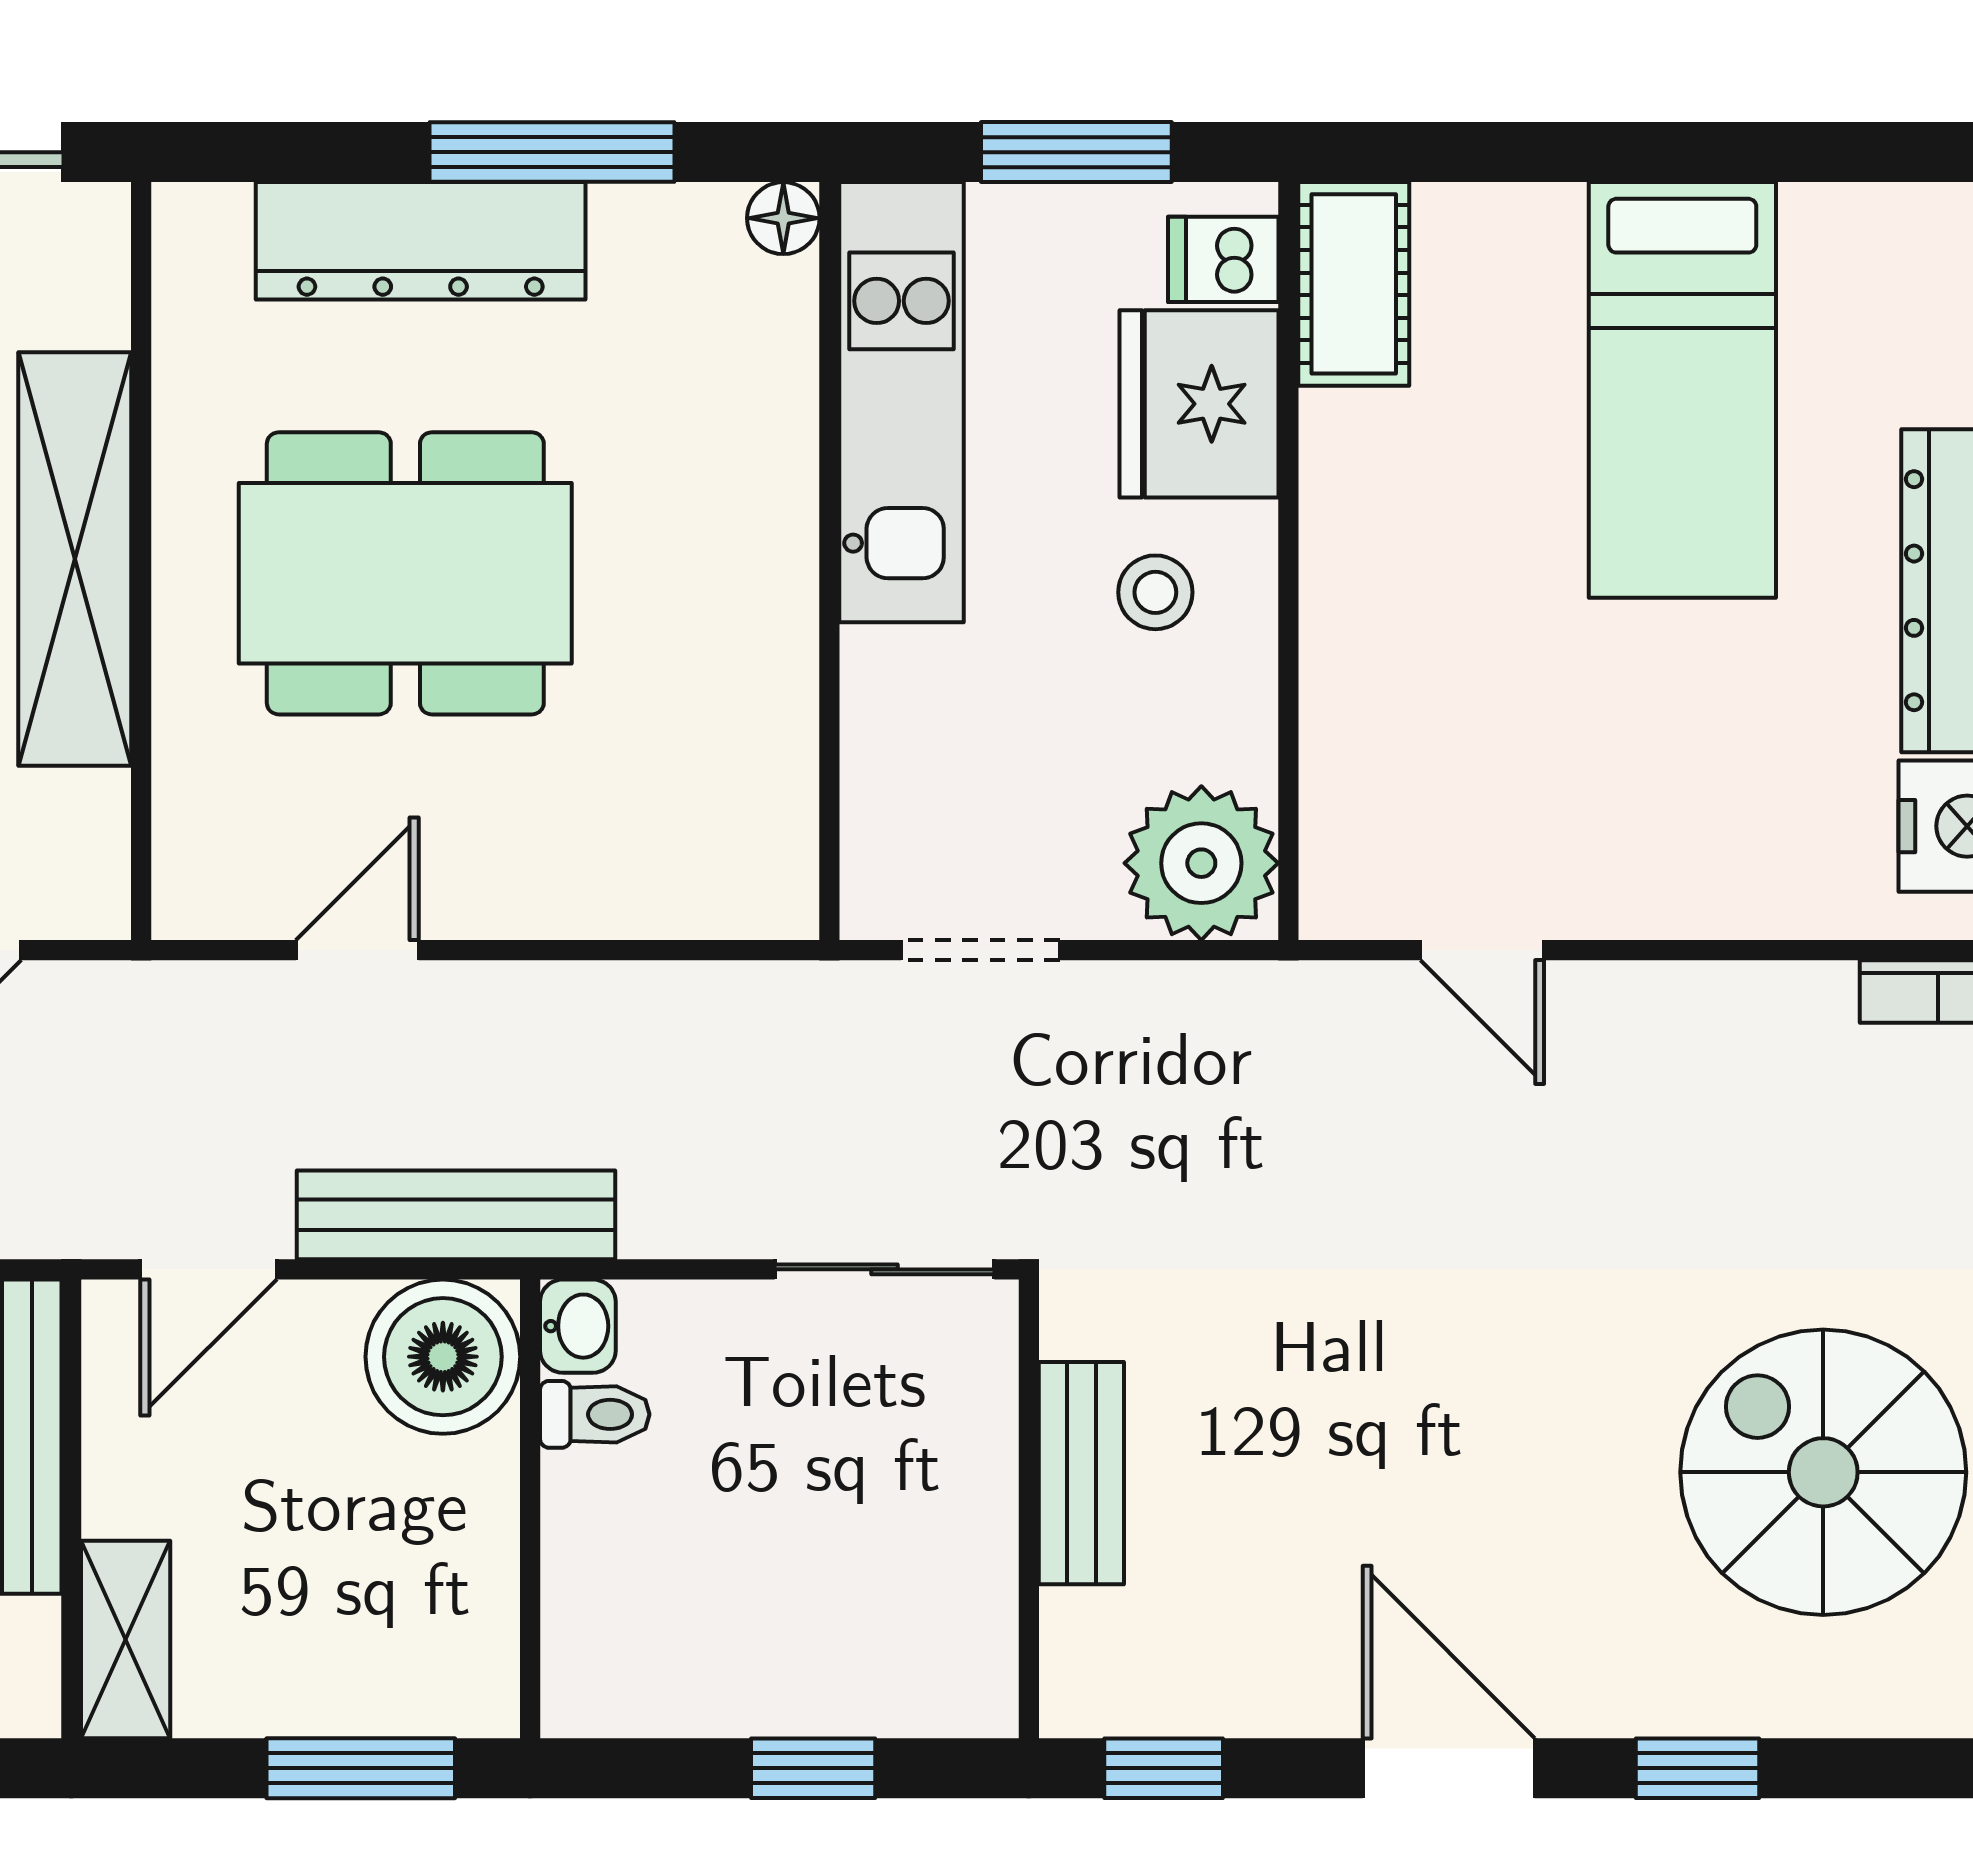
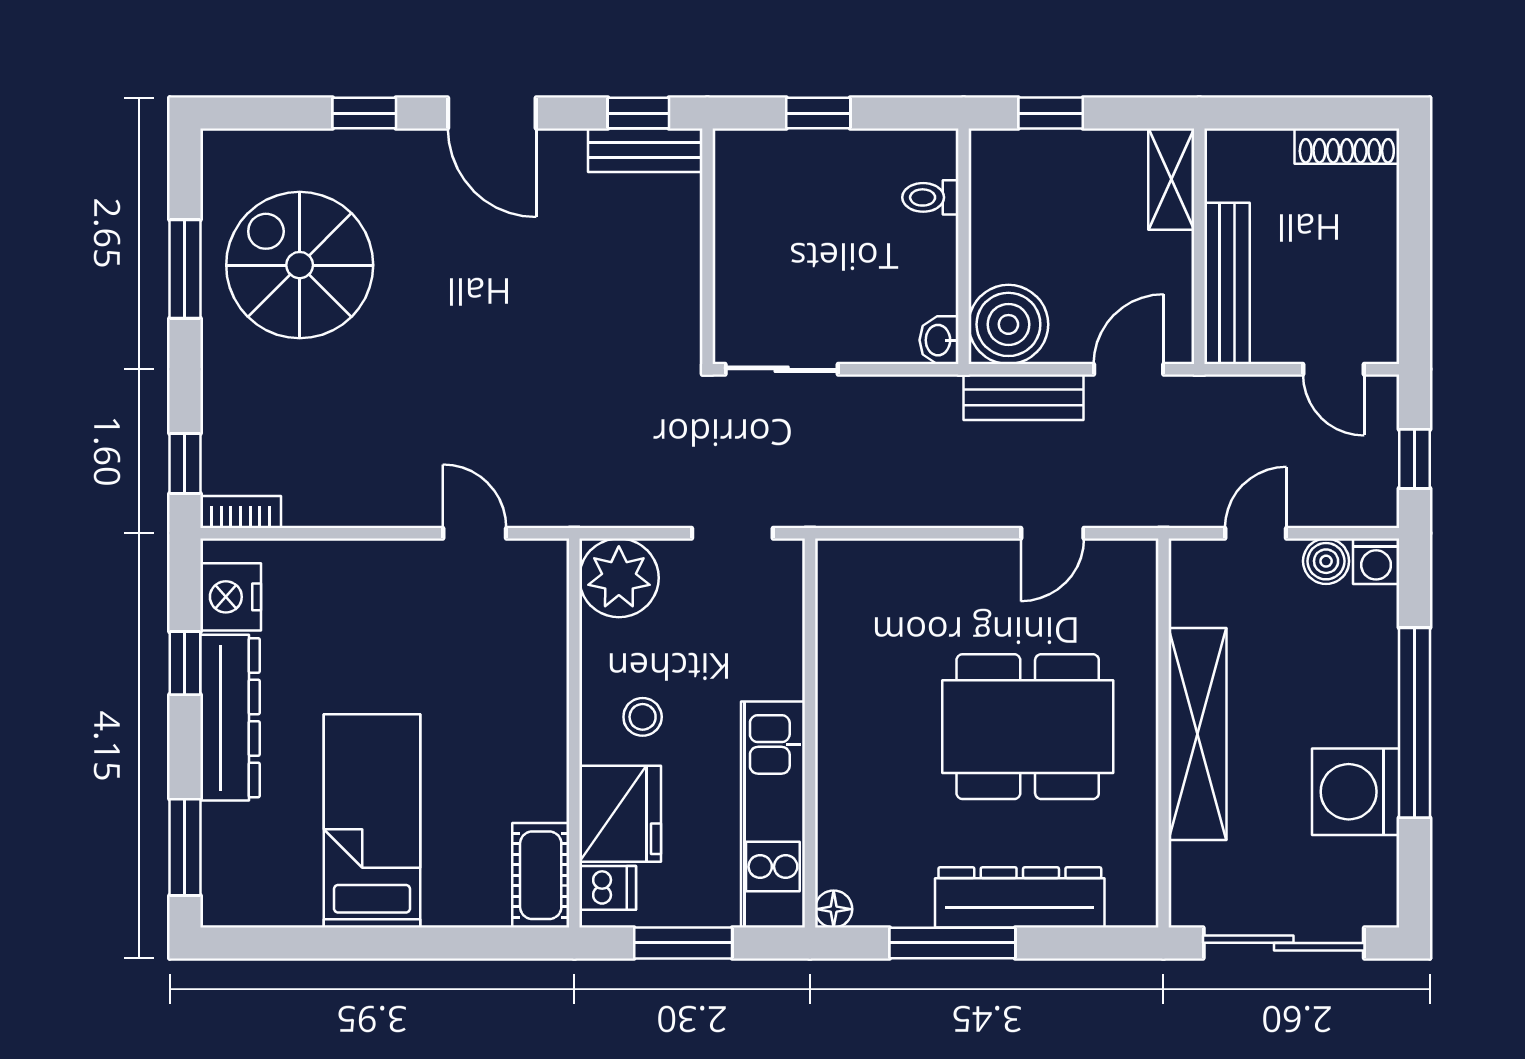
bench: (456, 1215) -> (1023, 397), width x0.73
toilet: (595, 1414) -> (930, 197), moved
spiral stairs: (1823, 1472) -> (300, 265), turned 180
bench: (1081, 1473) -> (645, 150), moved, turned 90
window: (361, 1768) -> (1051, 113), width x0.67

